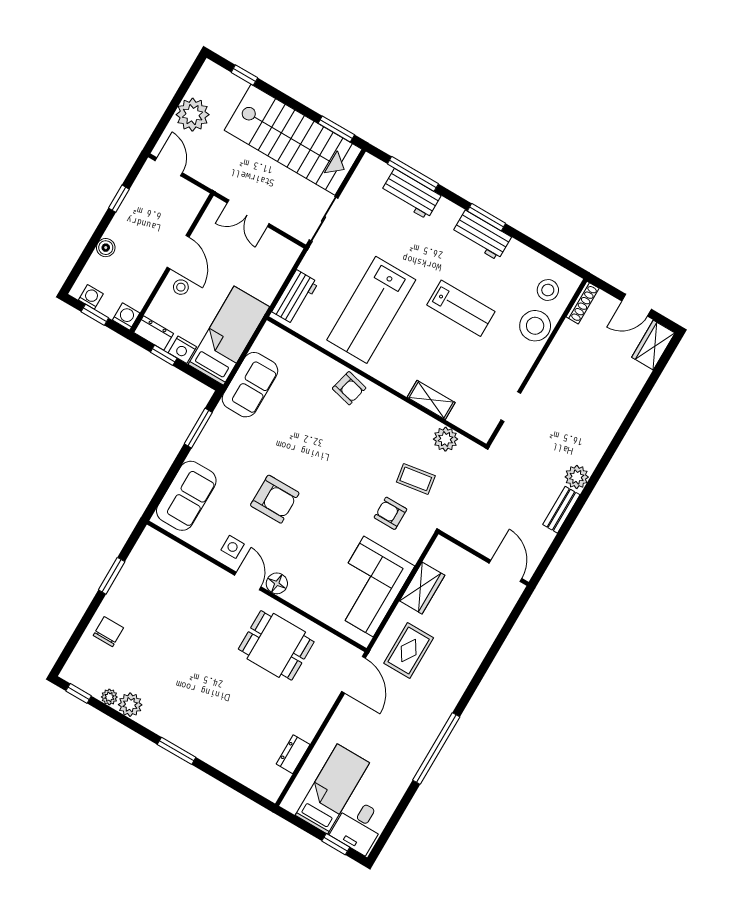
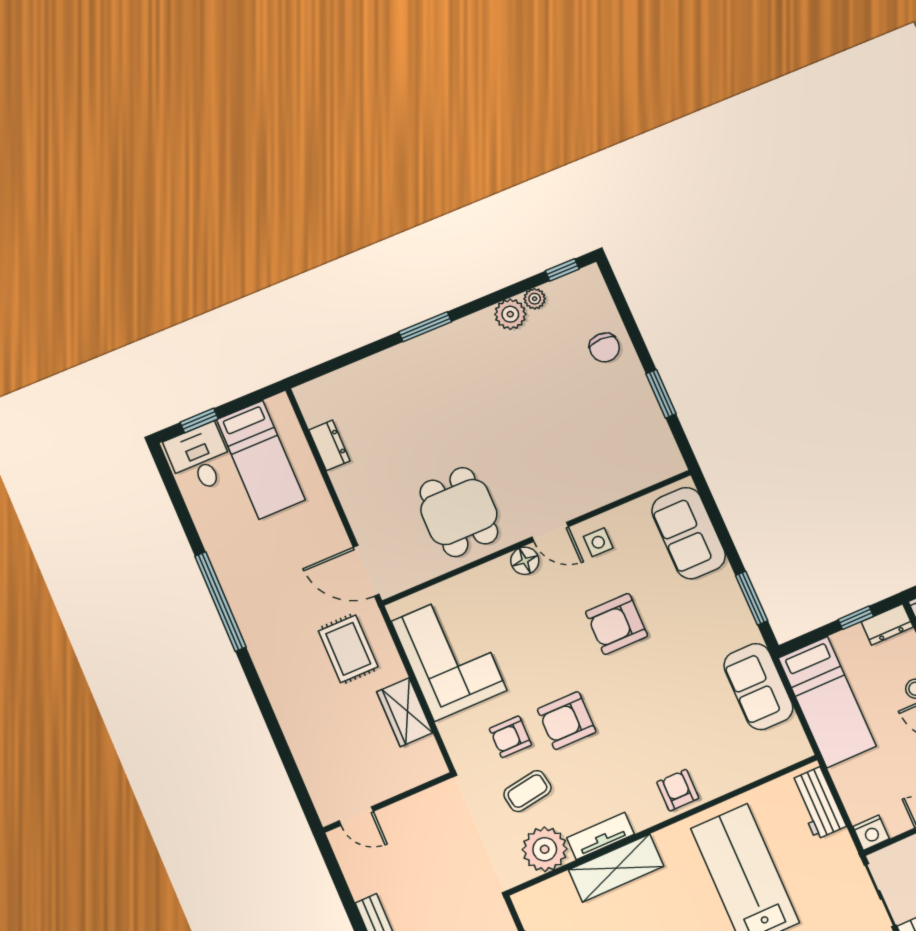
nightstand: (182, 350) -> (871, 833), moved, turned 180
armchair: (349, 388) -> (678, 790), turned 76
shelving: (431, 400) -> (616, 868), width x1.50, depth x1.33
tv unit: (411, 415) -> (601, 836), added
plant: (445, 439) -> (545, 849), width x1.36, depth x1.36
armchair: (356, 486) -> (567, 721), added
armchair: (390, 513) -> (510, 737), turned 180
door: (505, 571) -> (356, 816), width x0.73
dining table: (276, 645) -> (459, 512), turned 90

